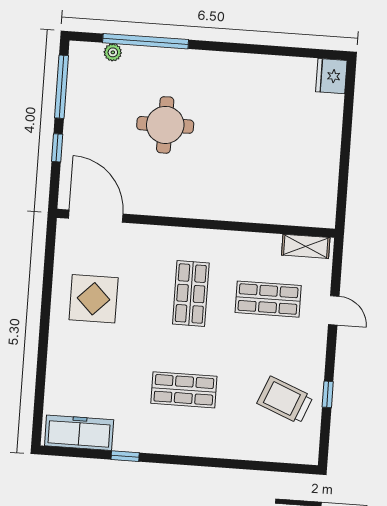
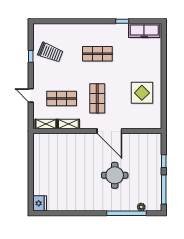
door: (96, 216) -> (109, 131), moved
shelving: (257, 243) -> (68, 124), added

